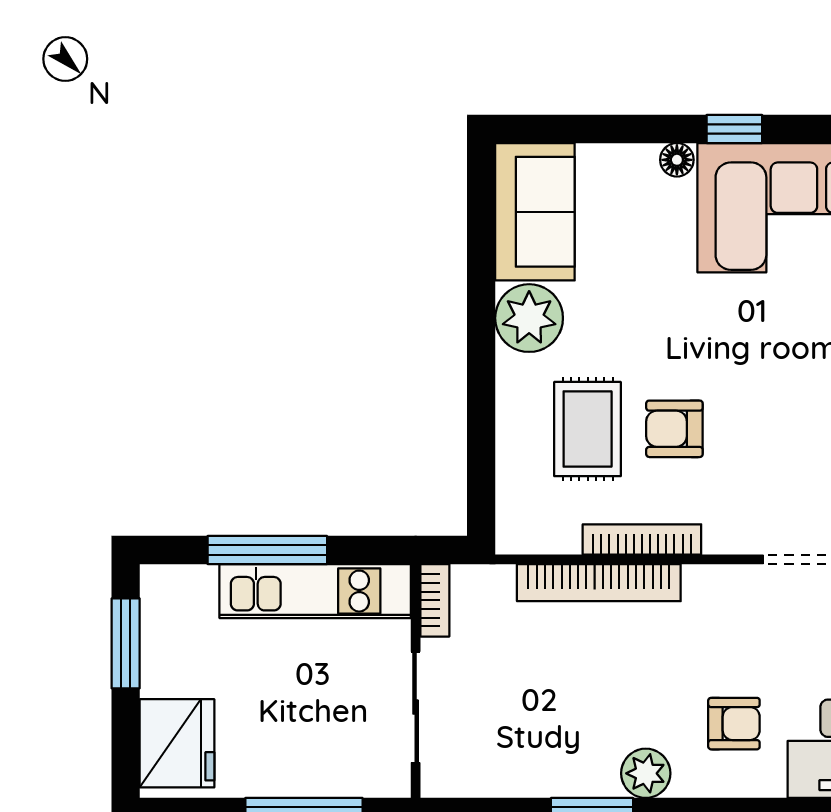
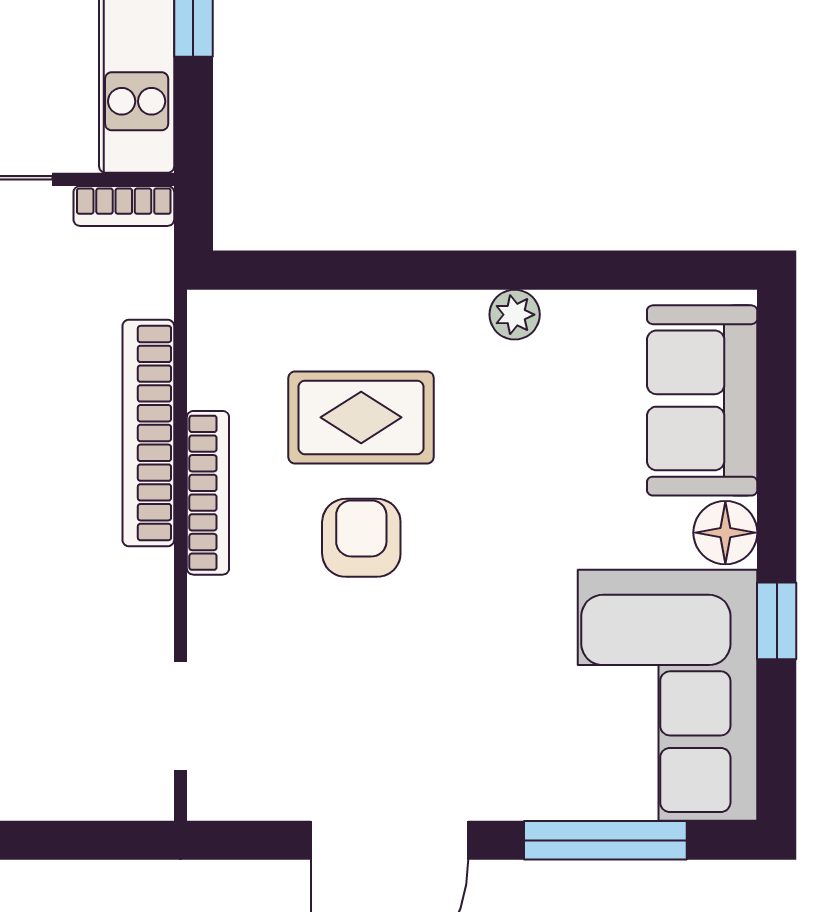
floor lamp: (677, 160) -> (725, 533), width x1.37, depth x1.37
sofa: (535, 212) -> (702, 400), moved, turned 90
plant: (529, 318) -> (515, 315), width x0.53, depth x0.53

